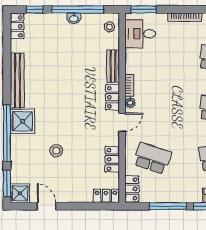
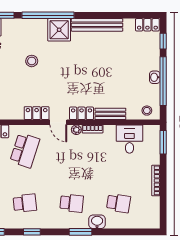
desk: (140, 34) -> (129, 139), moved
locker: (112, 159) -> (37, 113), moved

